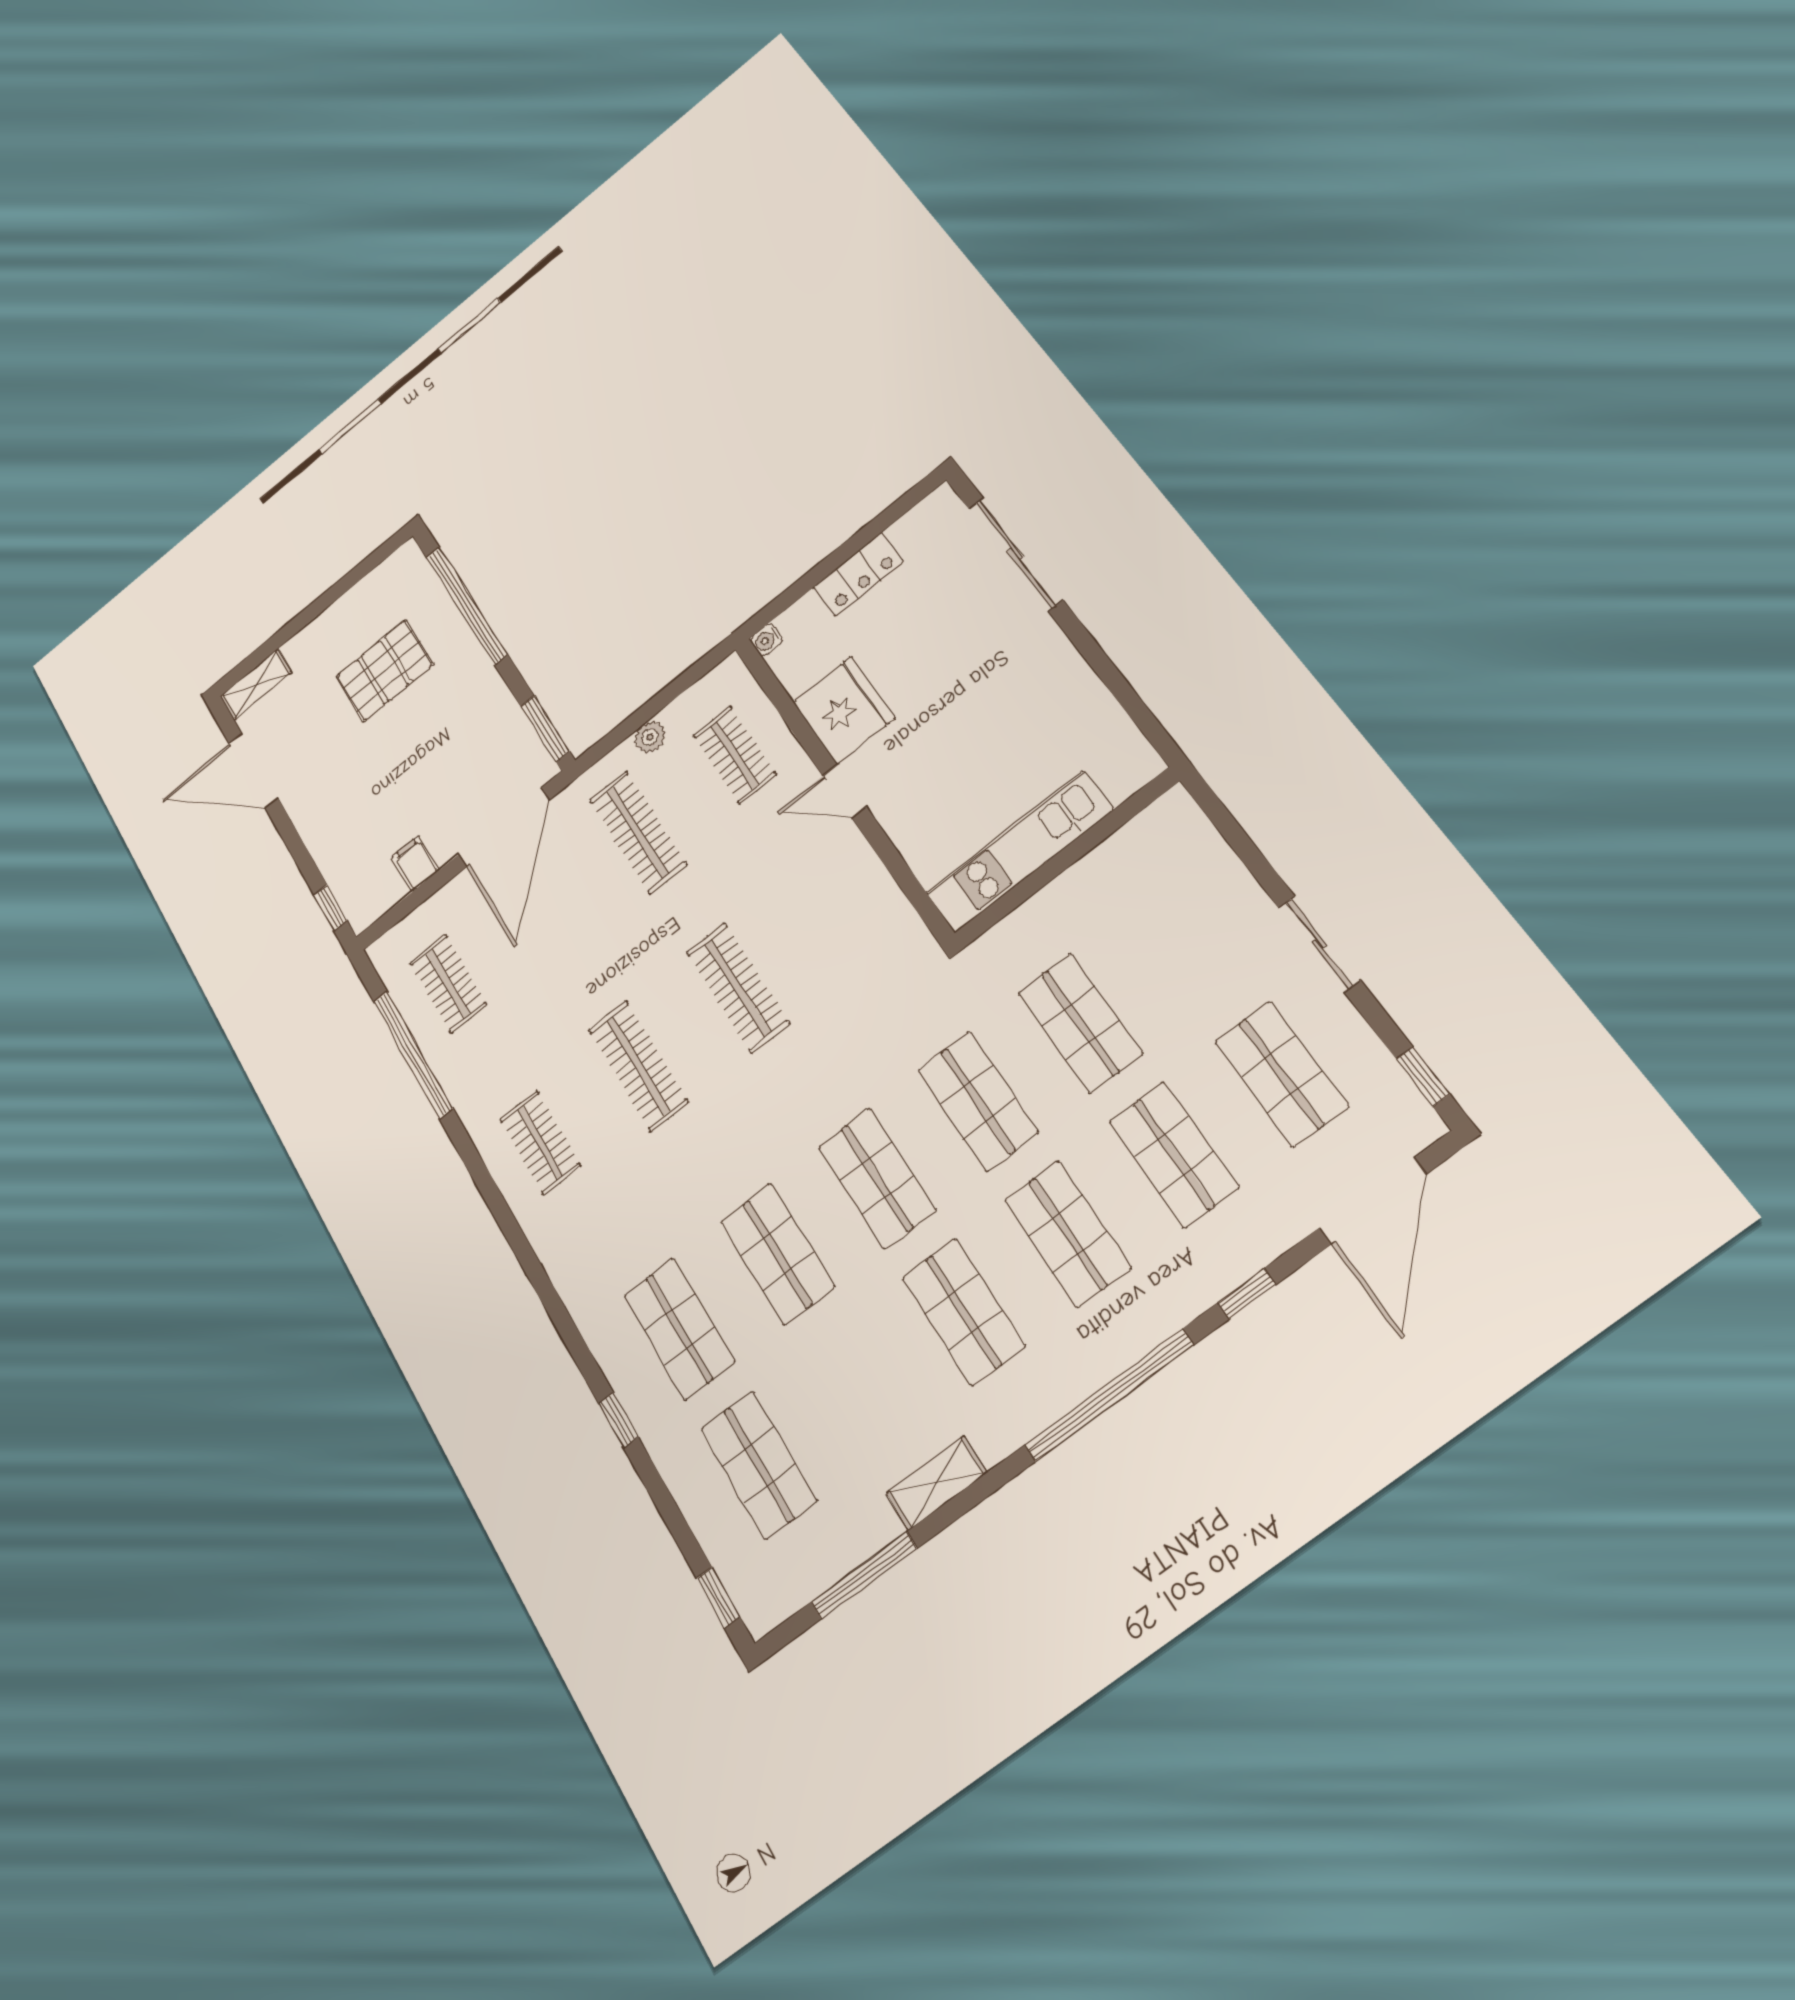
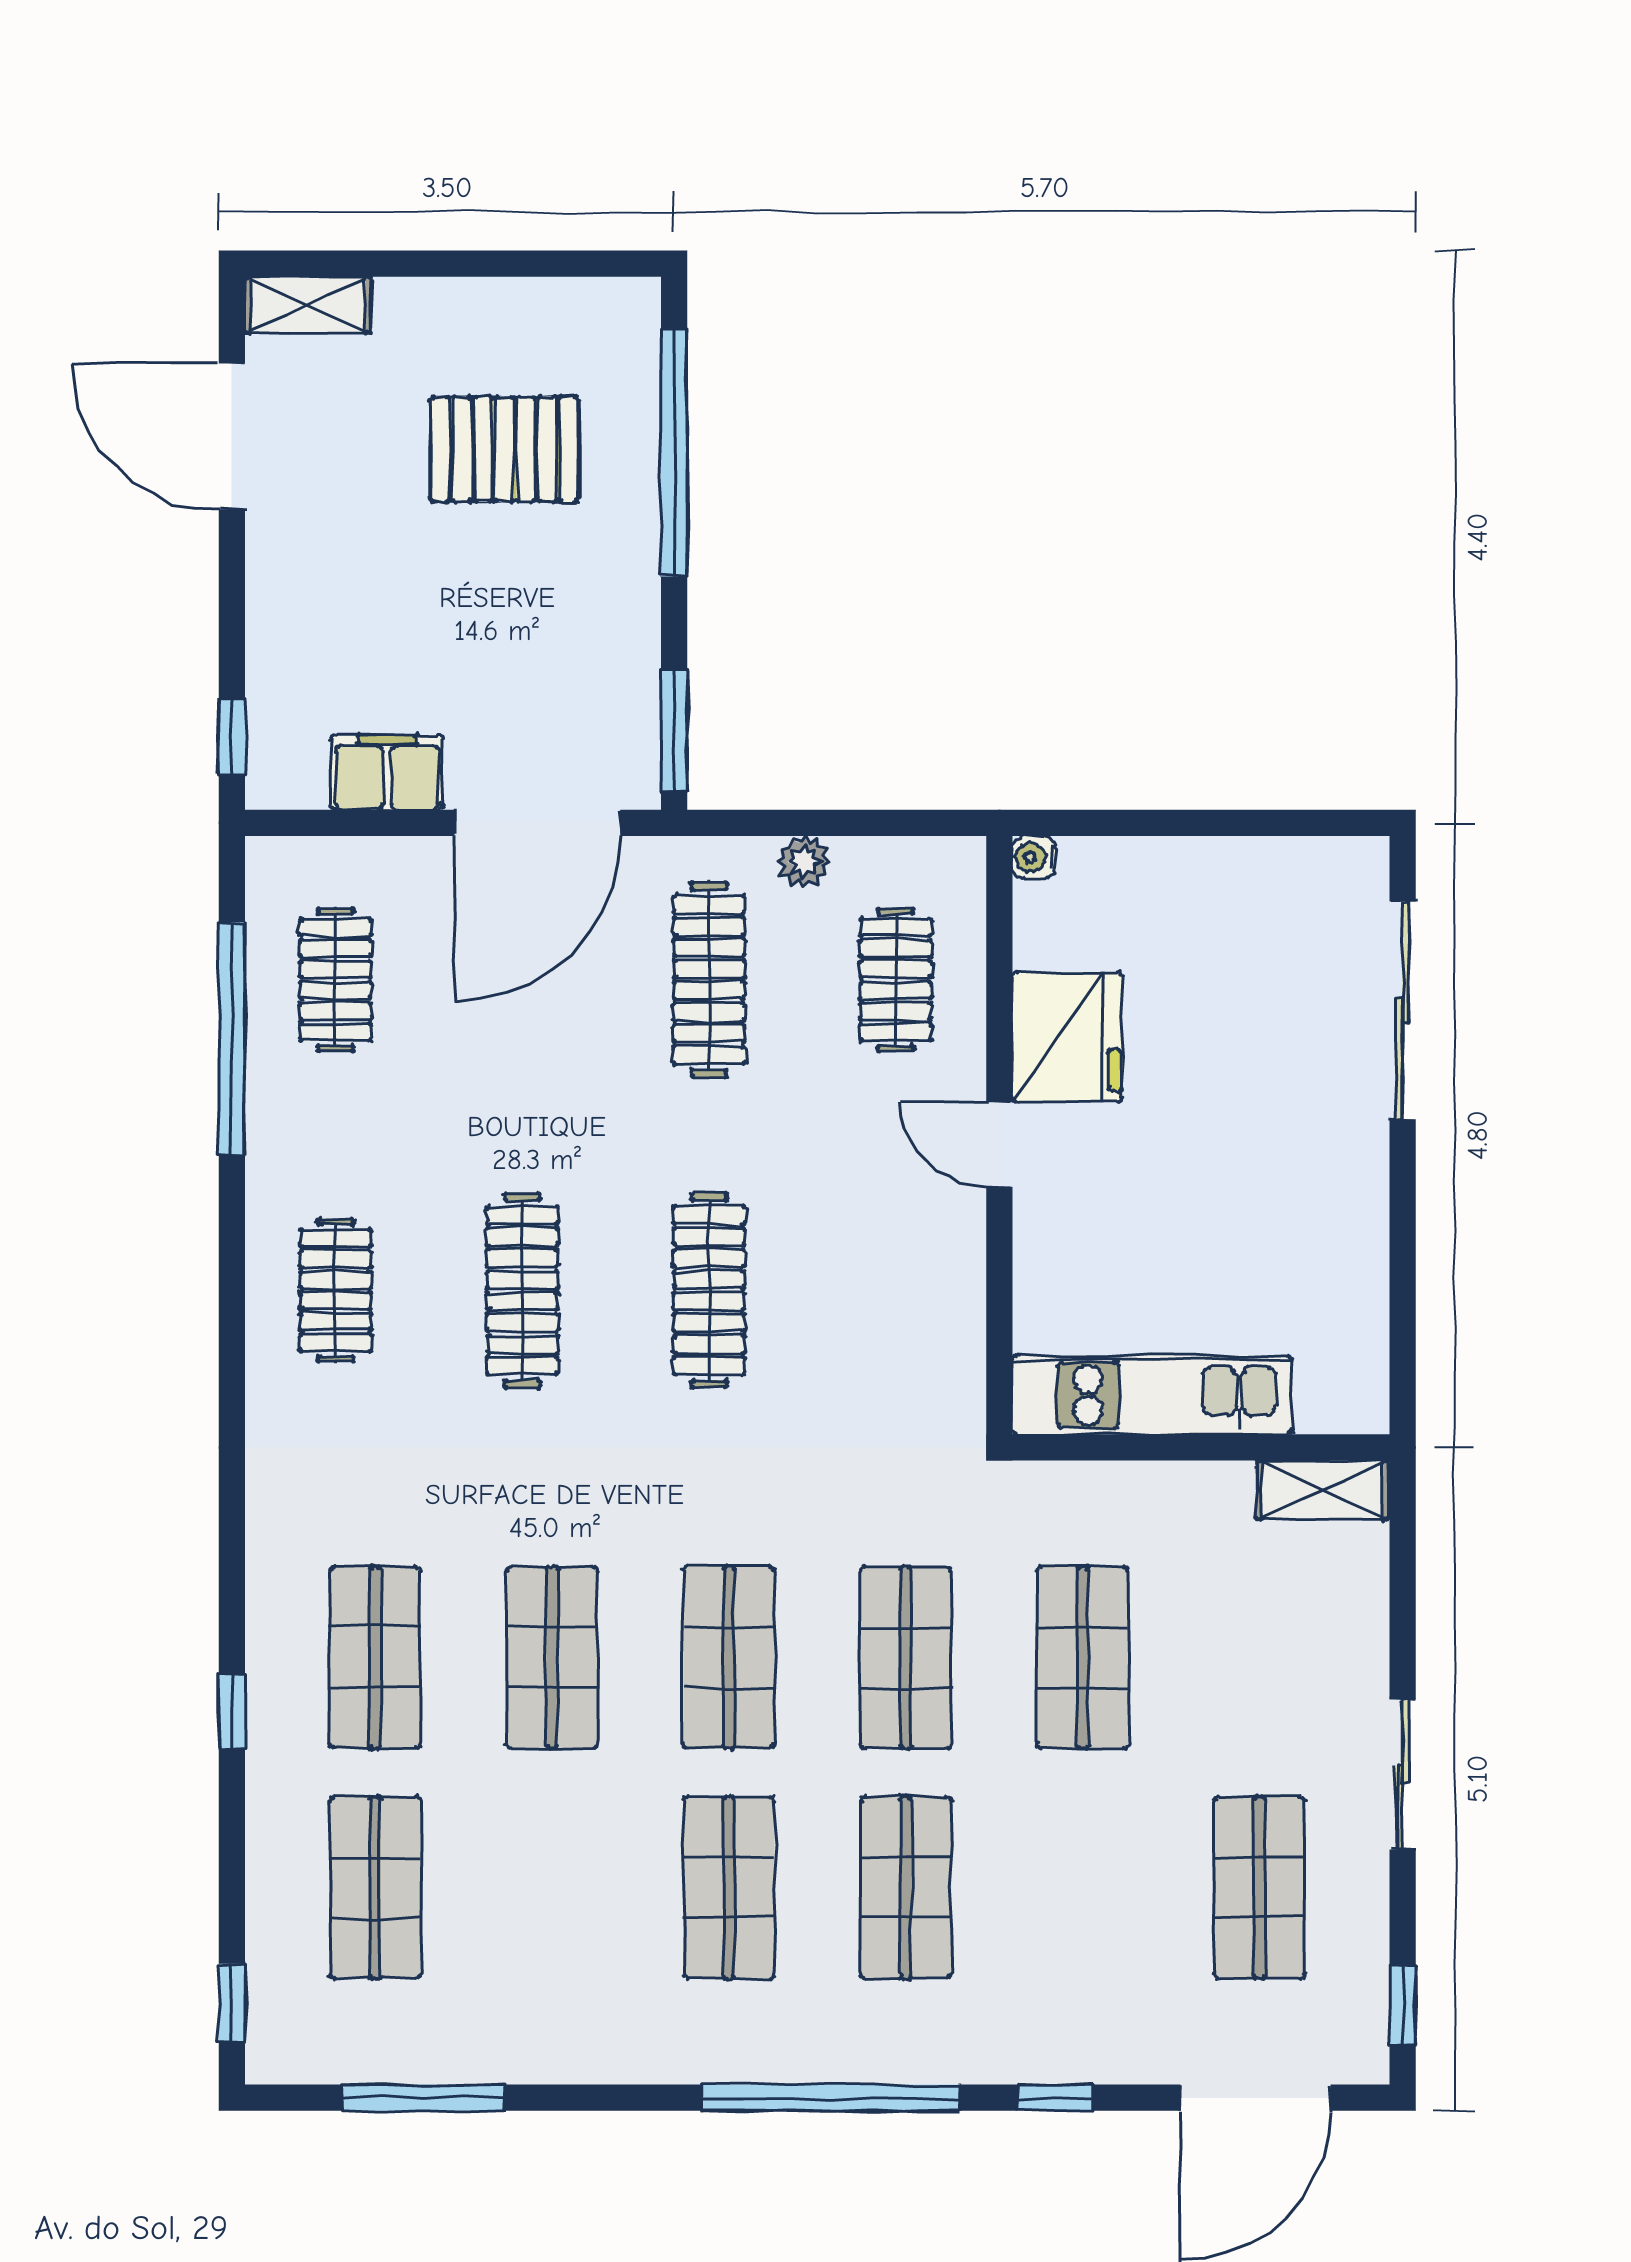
locker: (858, 574) -> (1202, 869), removed
filing cabinet: (415, 863) -> (387, 772), width x2.00
shop shelf: (1174, 1154) -> (1083, 1888), removed
shelving: (937, 1483) -> (1322, 1490), moved

